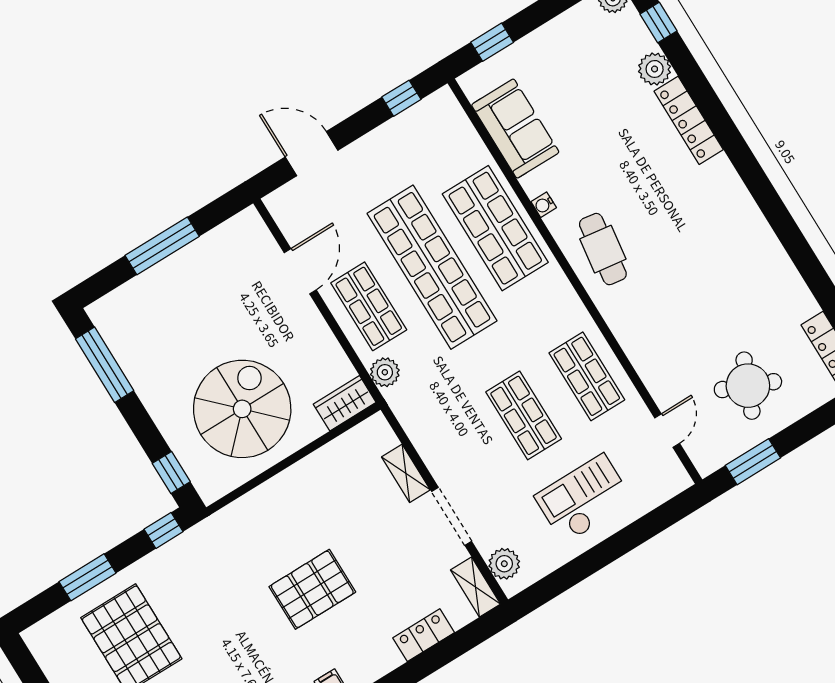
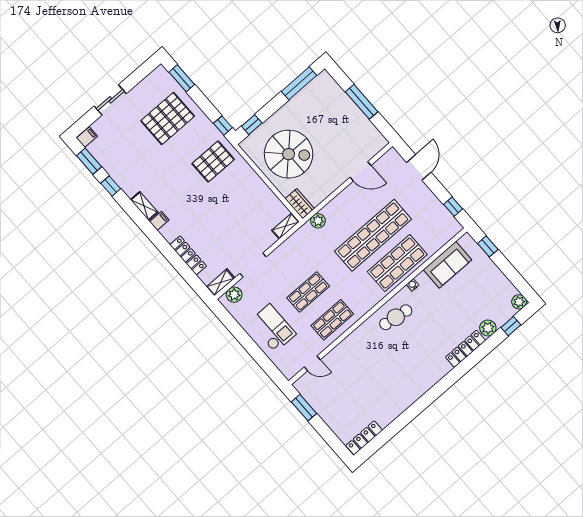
shop shelf: (369, 306) -> (349, 208), removed
round table: (748, 386) -> (341, 399), removed
shelving: (406, 473) -> (285, 226), moved
window: (88, 577) -> (182, 78), moved
pallet: (312, 589) -> (213, 161), moved, turned 90
locker: (424, 635) -> (188, 255), width x1.53

